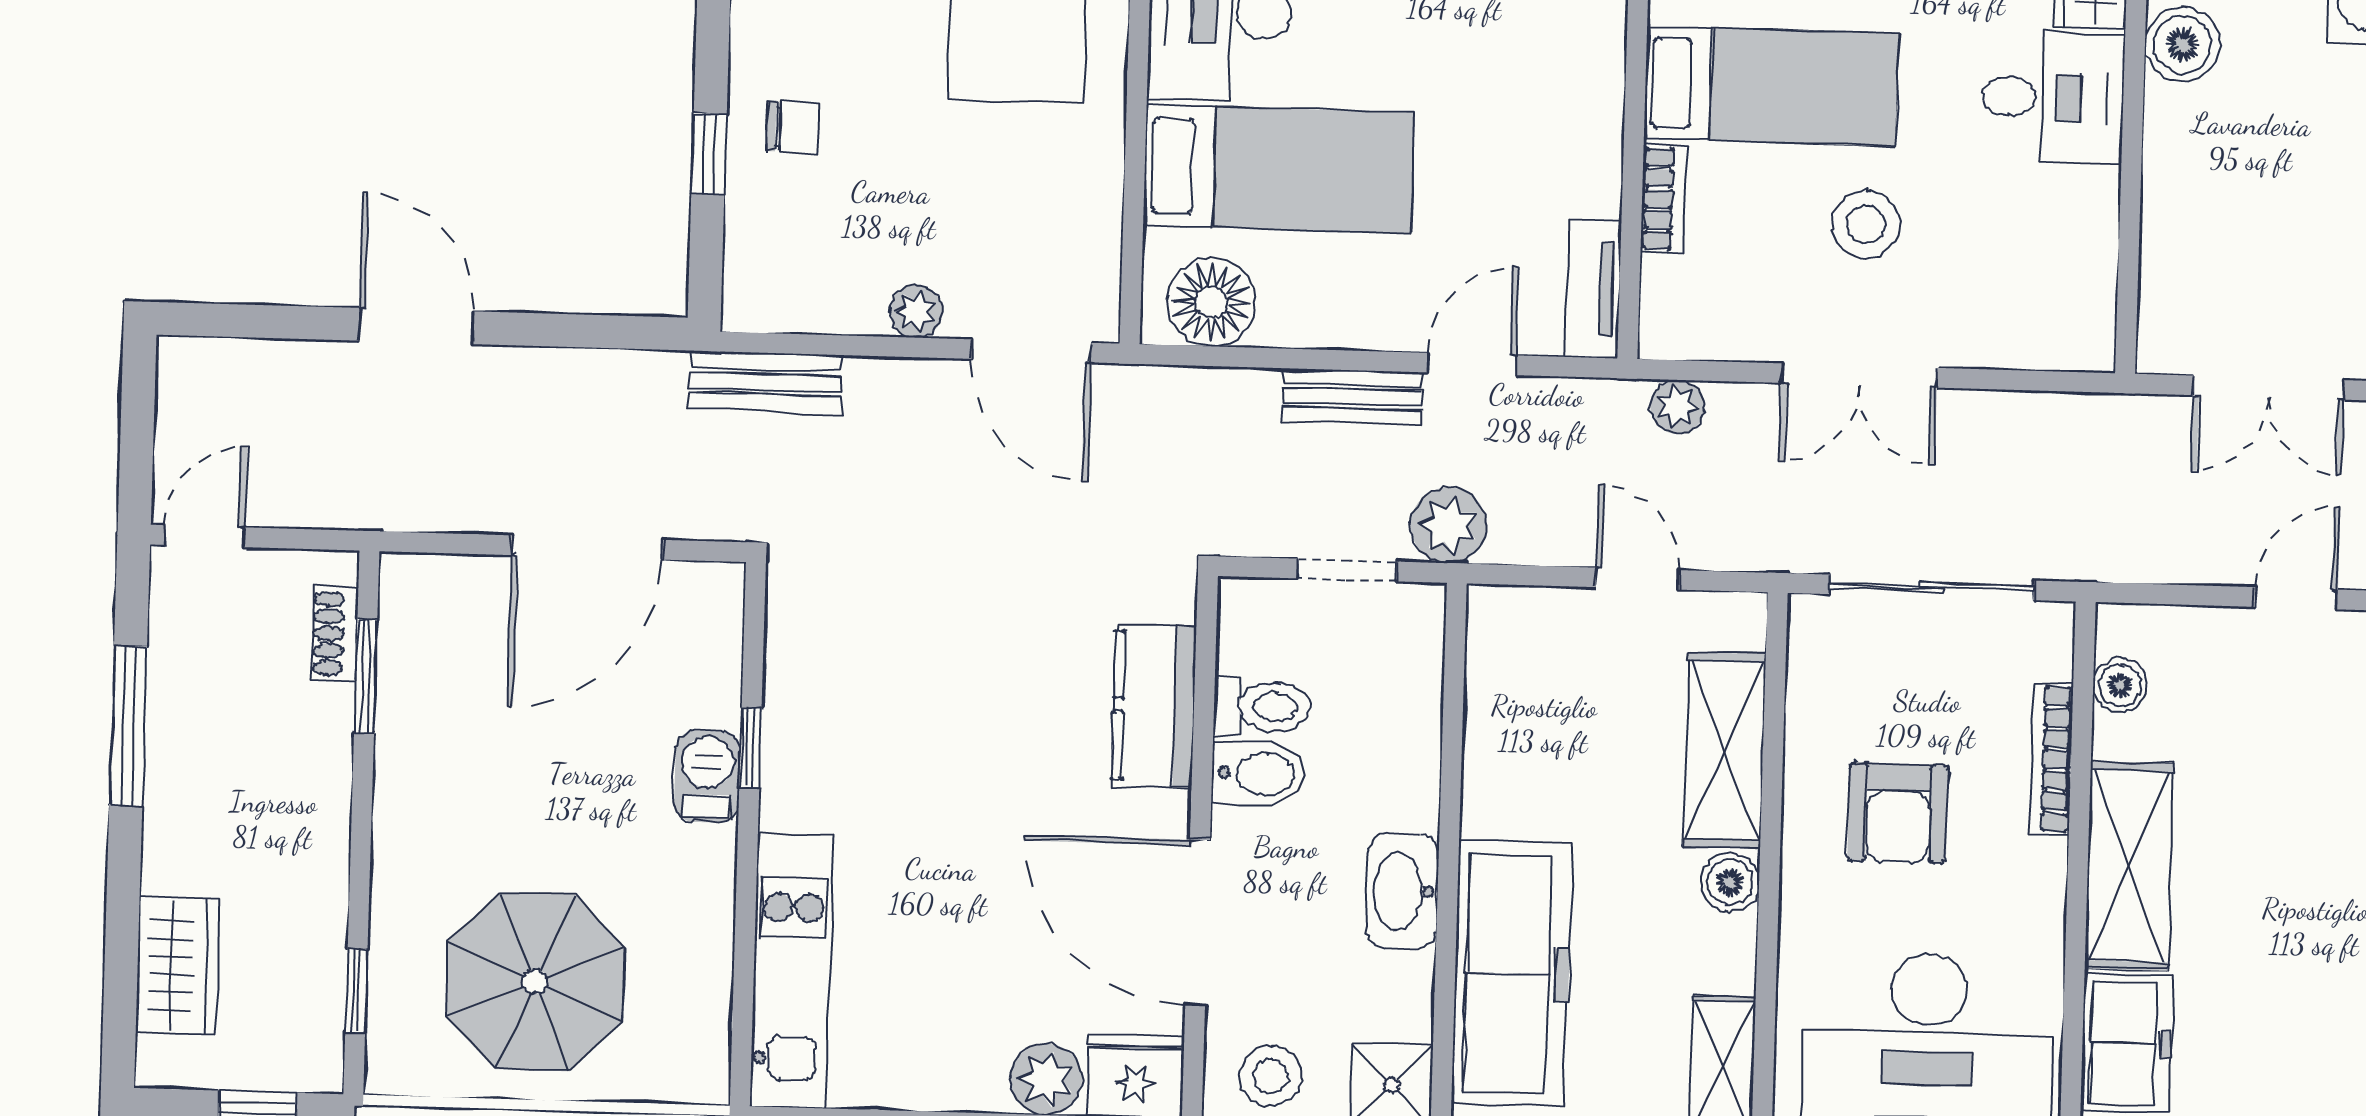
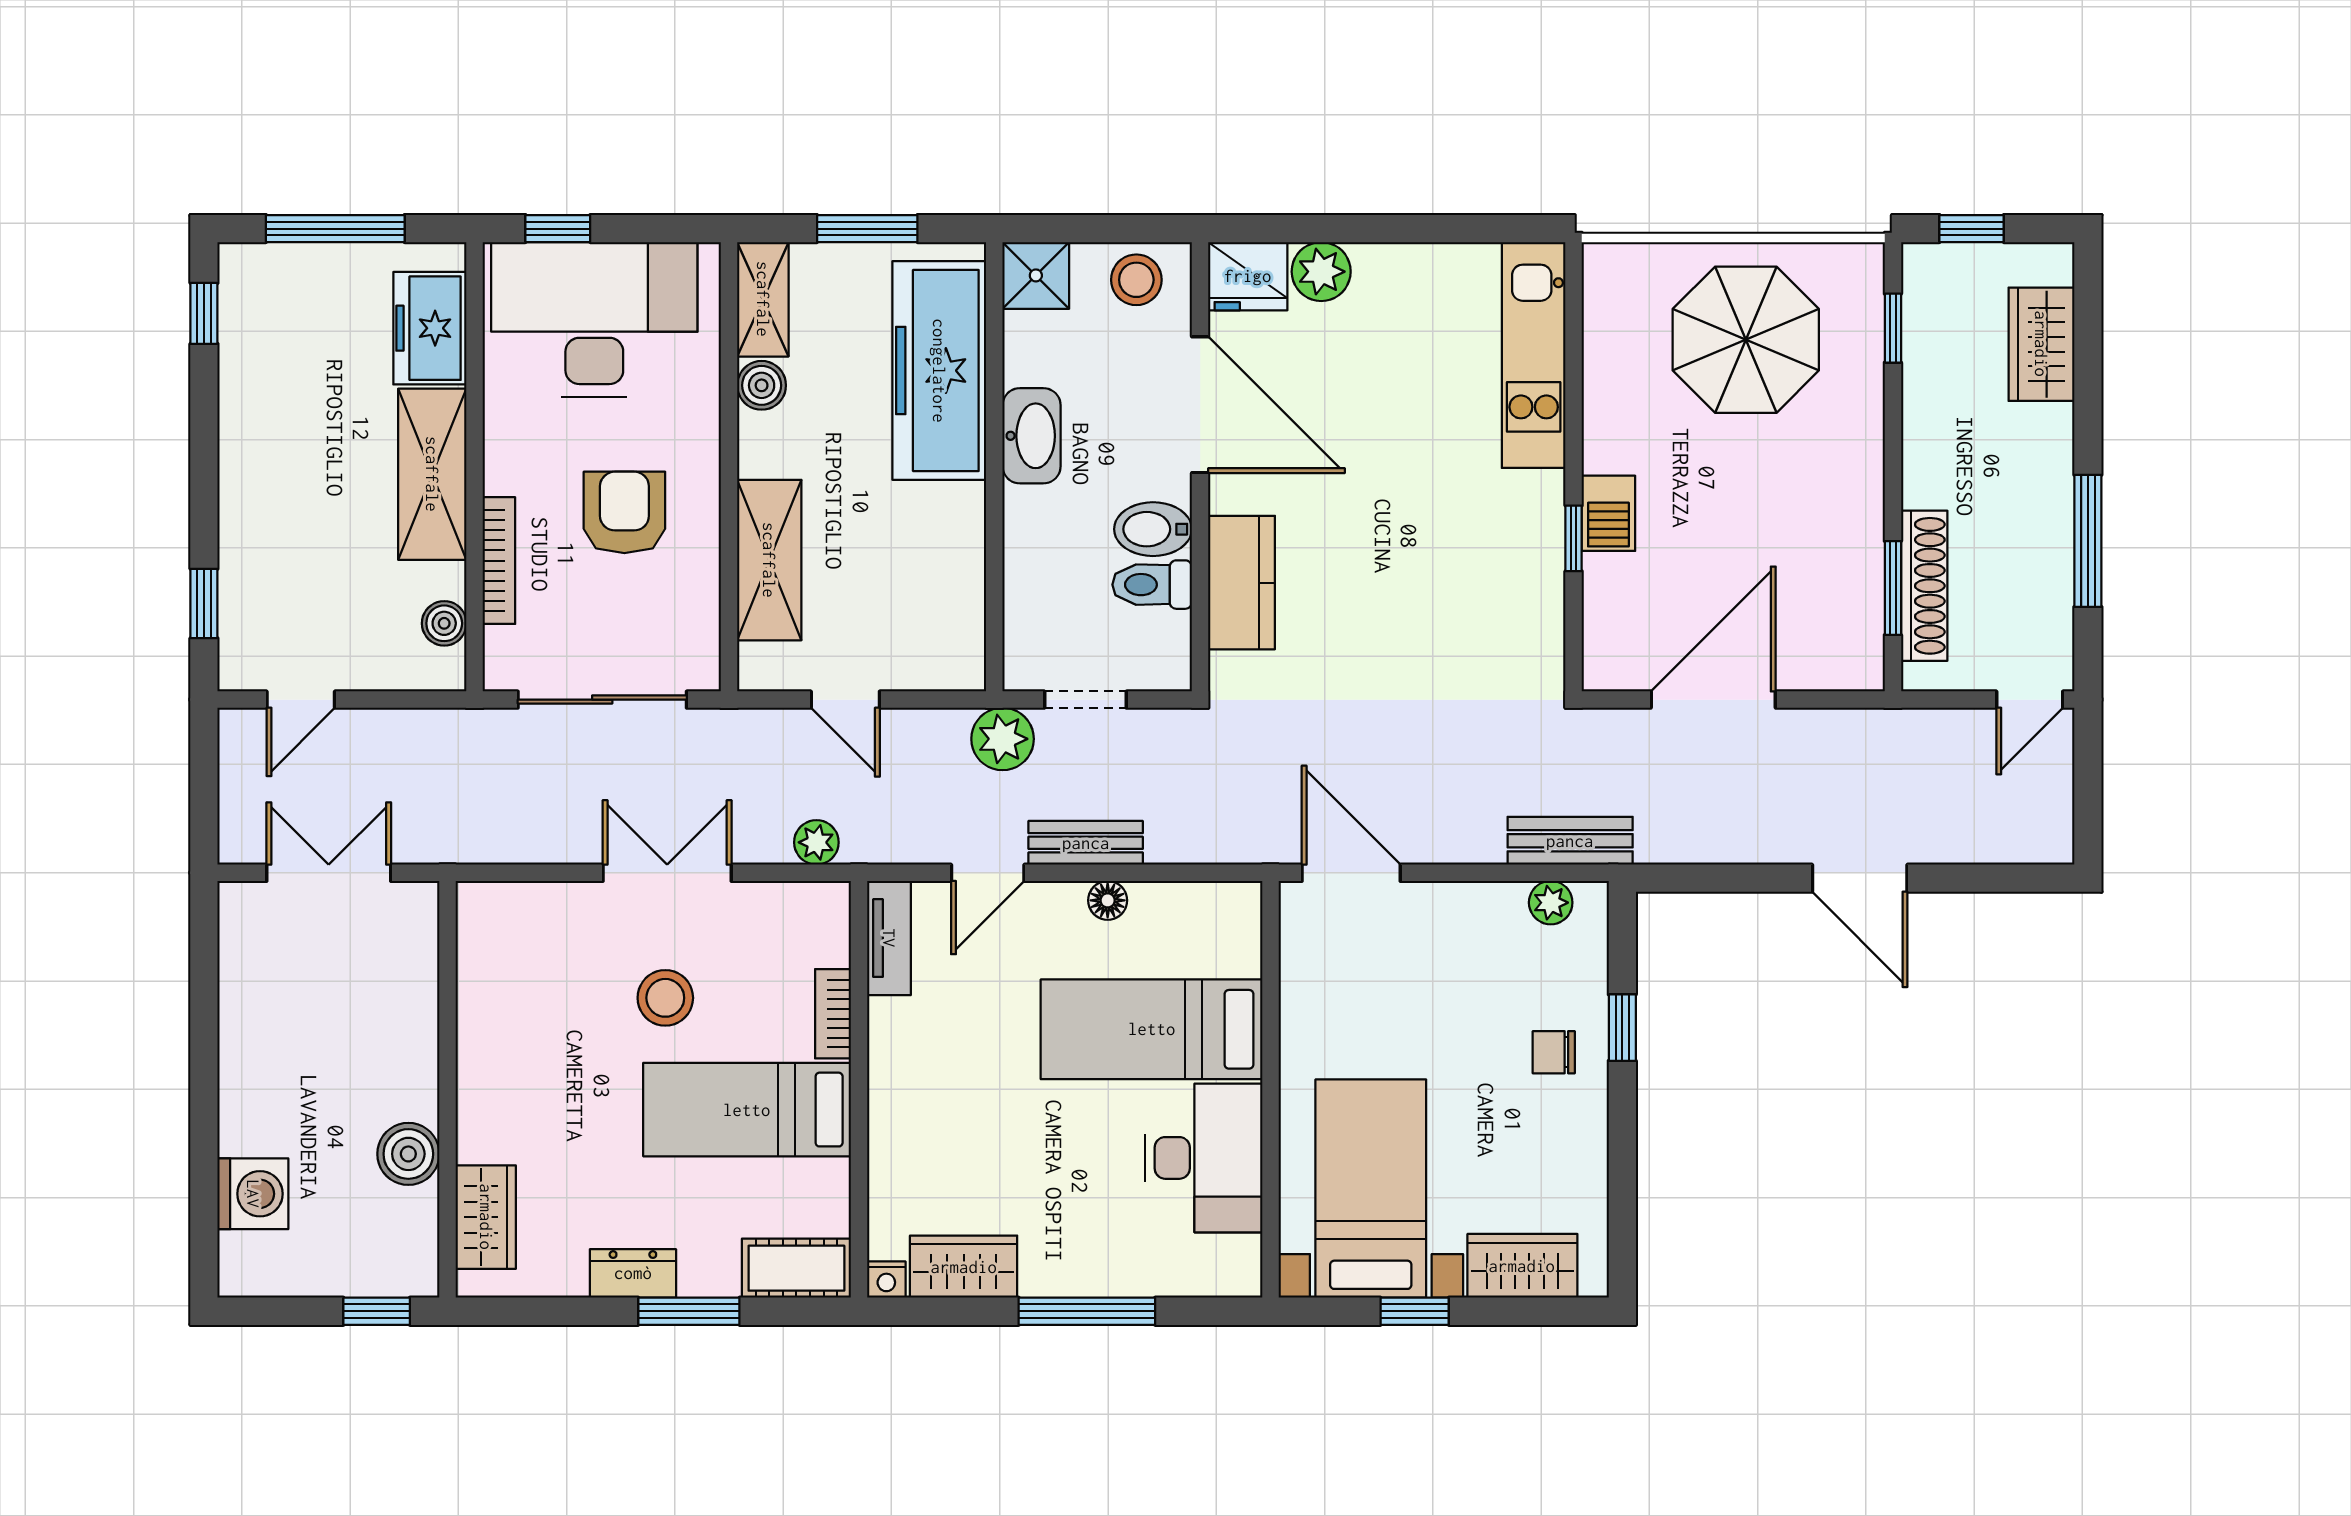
desk: (2053, 97) -> (514, 1107), removed
floor lamp: (1211, 302) -> (1108, 900), moved, width x0.53, depth x0.53
plant: (916, 311) -> (1551, 903), moved
shoe rack: (334, 634) -> (1924, 586), width x1.94, depth x1.24
boiler: (1730, 882) -> (762, 385), moved

